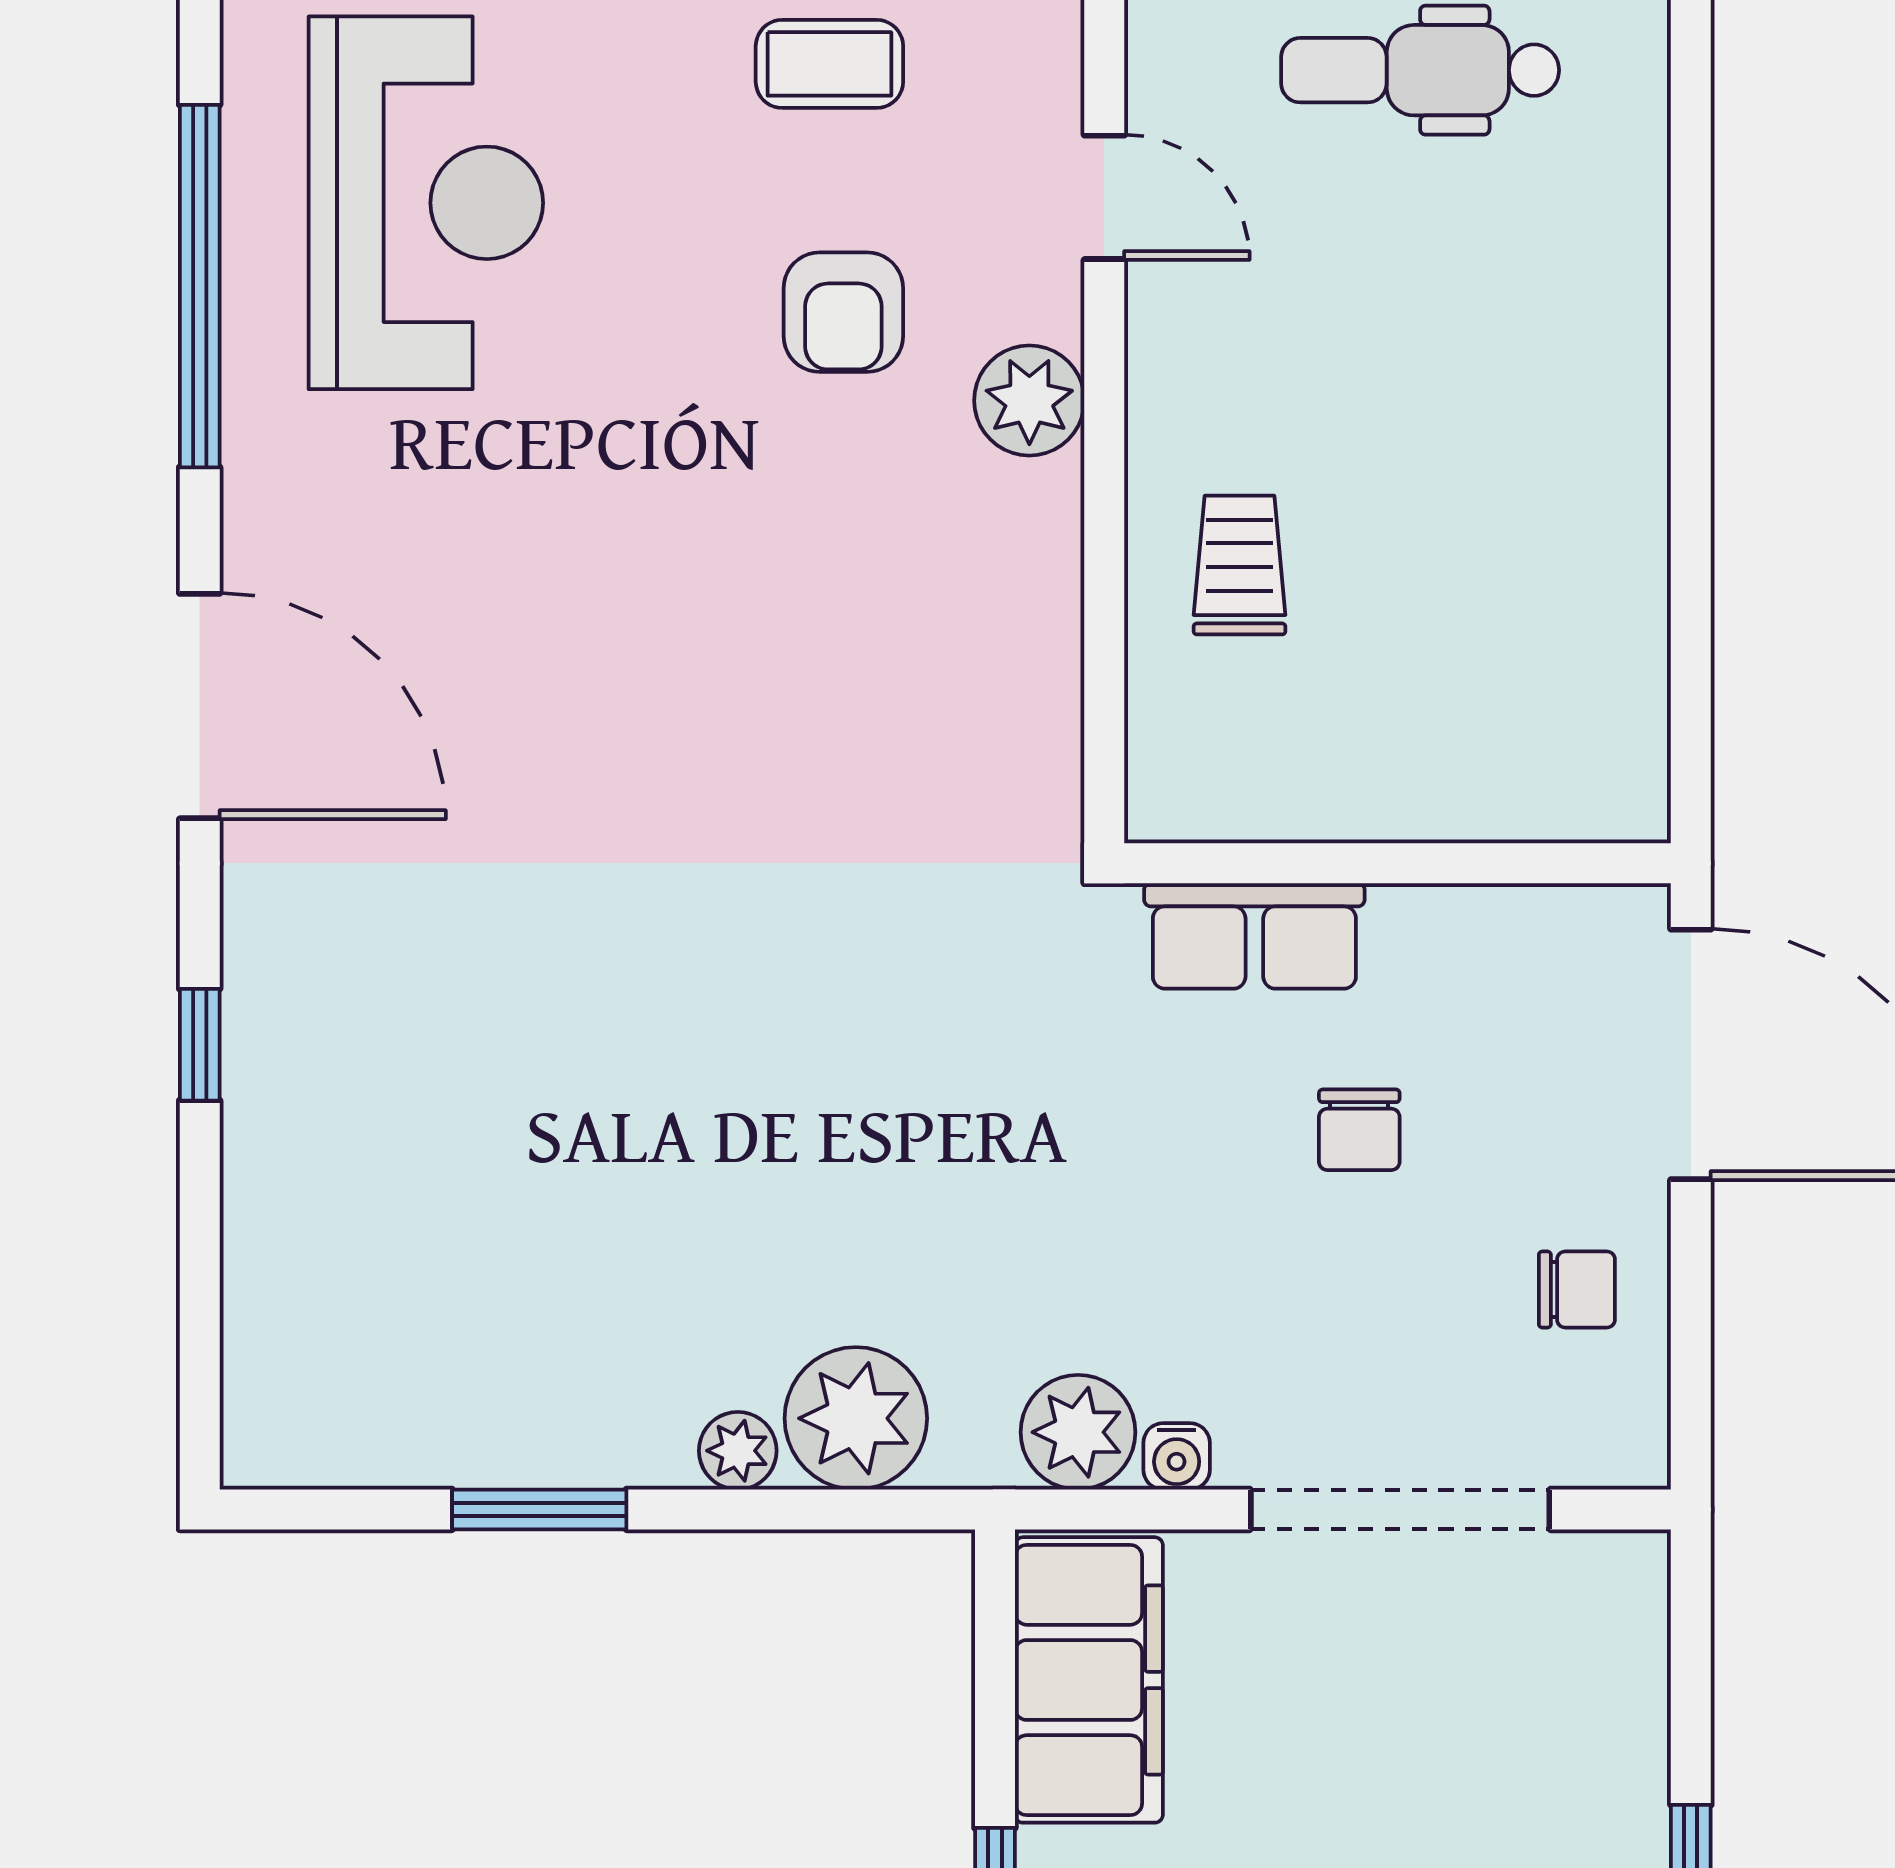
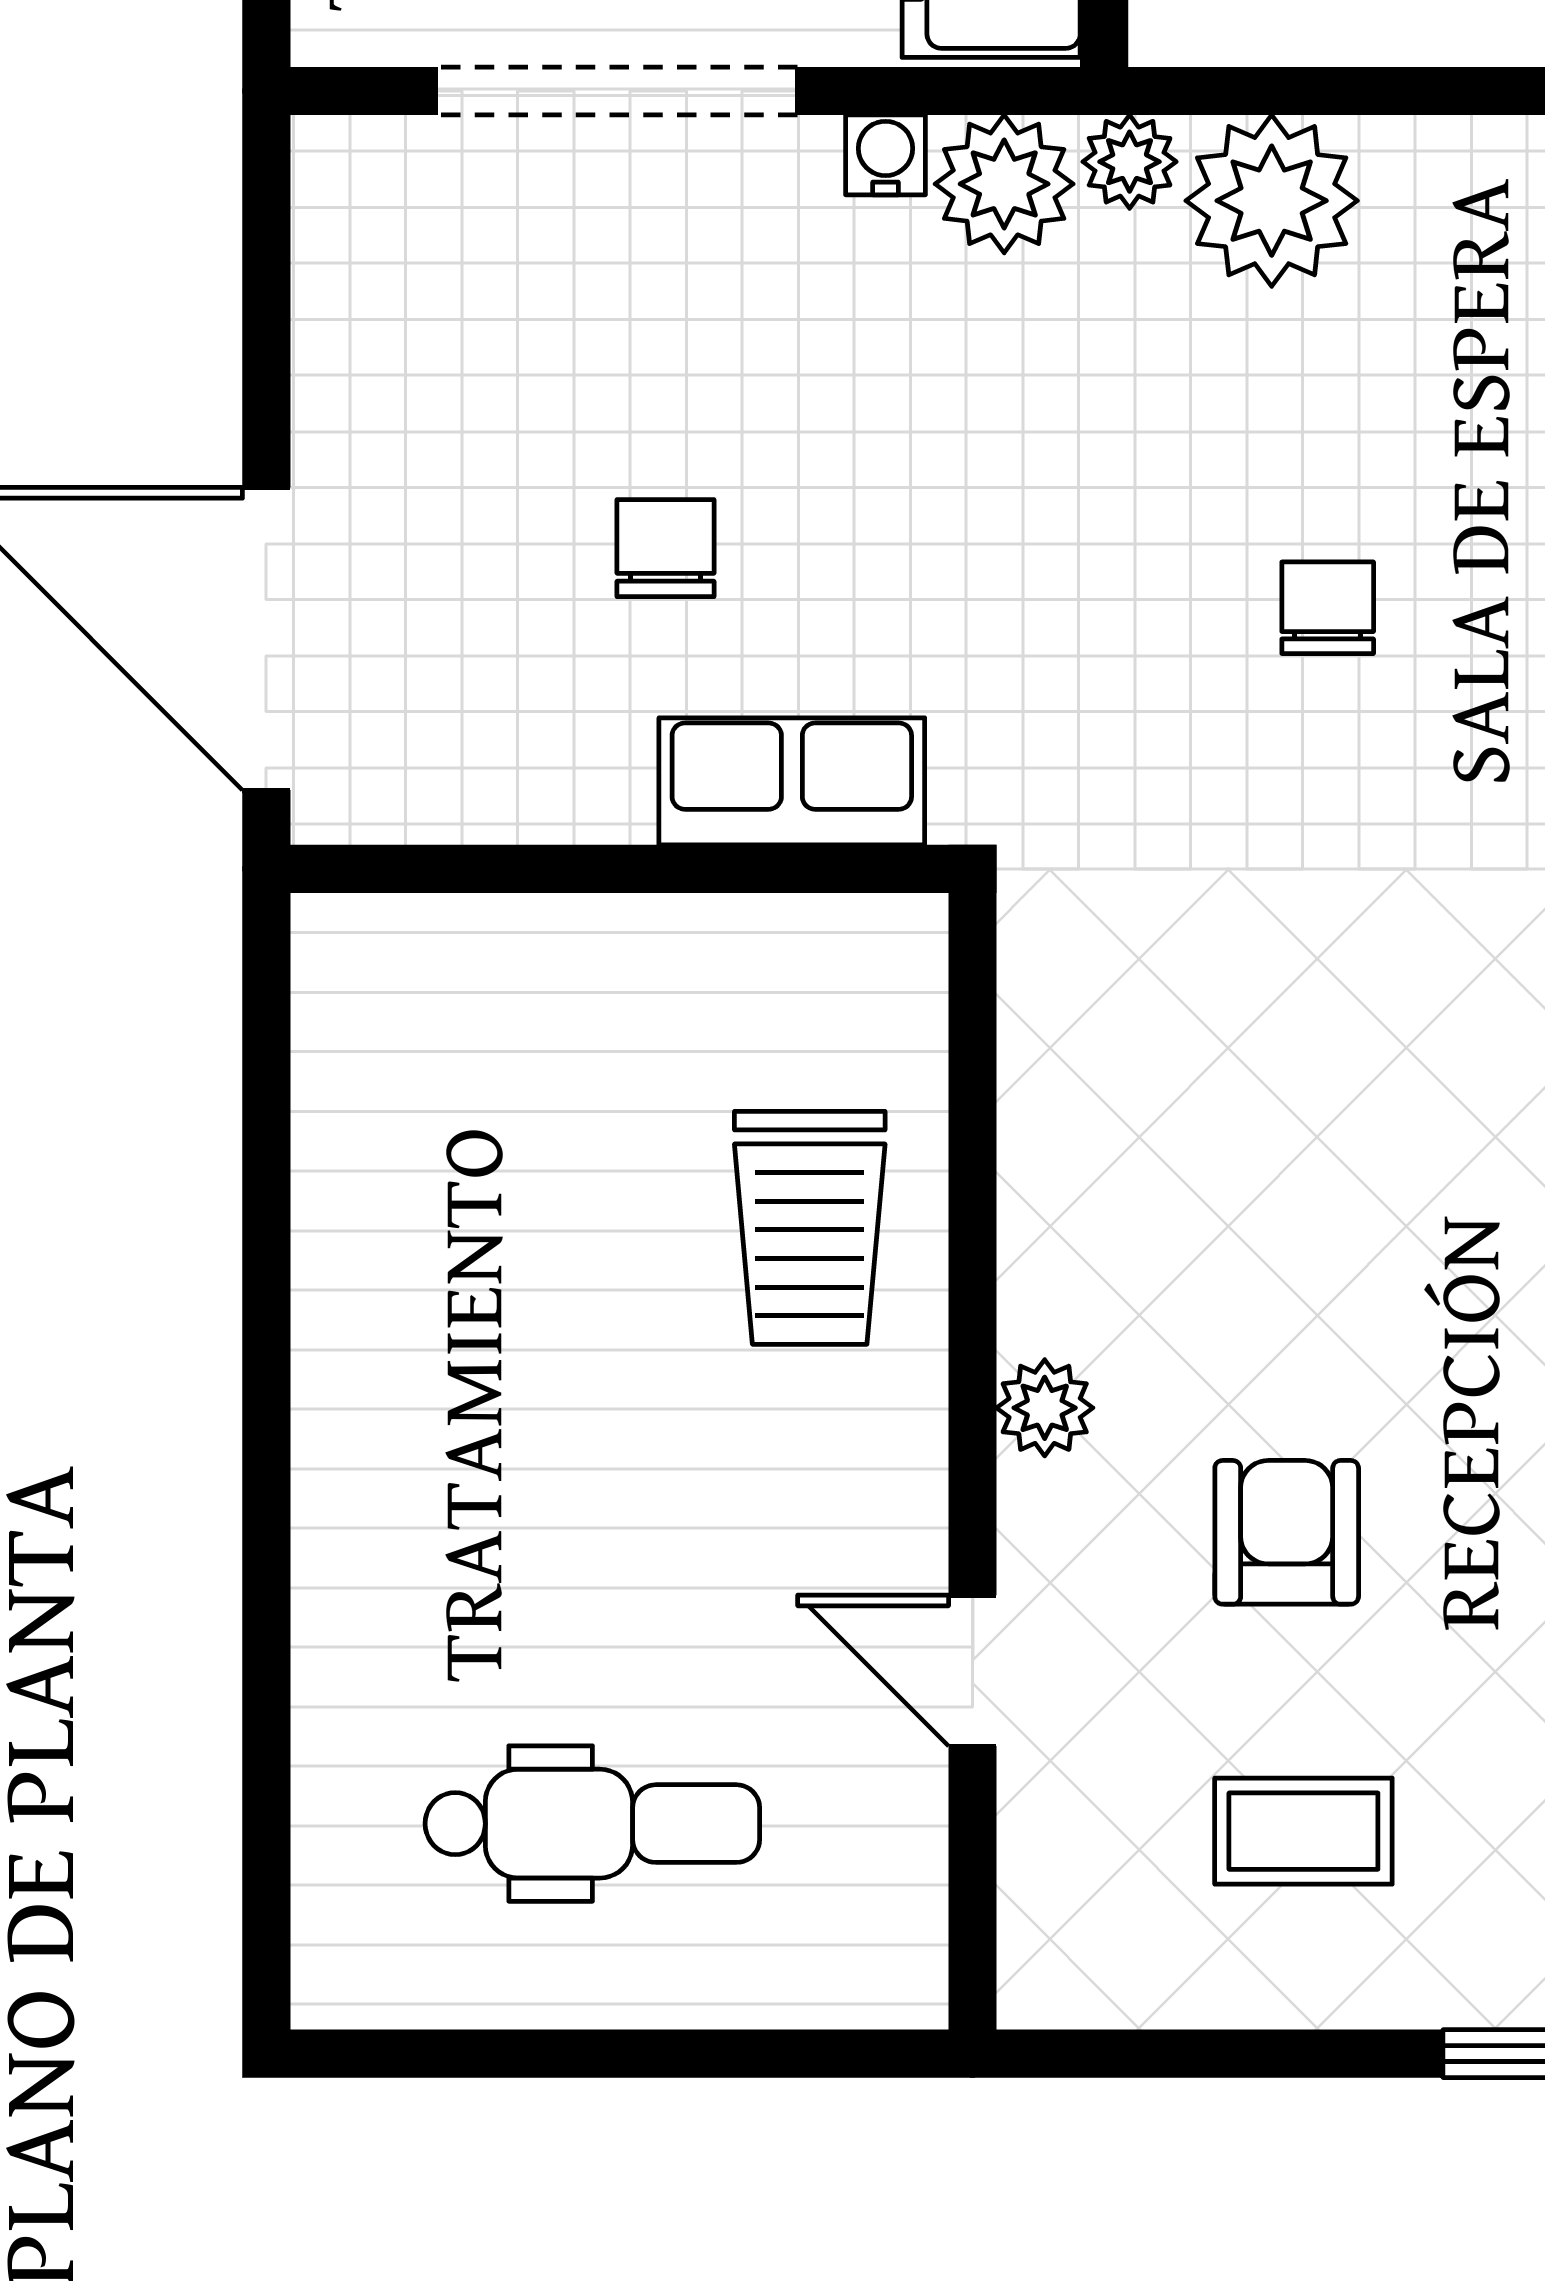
plant: (1029, 401) -> (1045, 1408), width x0.73, depth x0.73
trolley: (1240, 565) -> (810, 1228), width x1.36, depth x1.39
chair: (1577, 1289) -> (1328, 608), moved, turned 90
plant: (738, 1451) -> (1130, 162), moved

